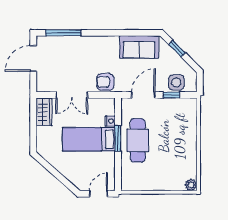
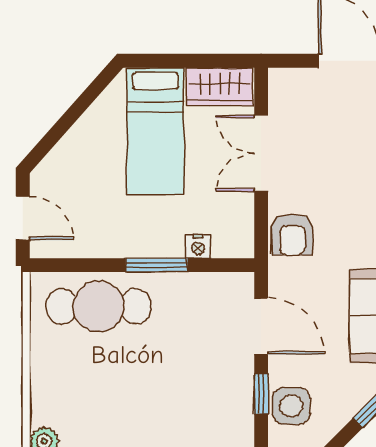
armchair: (105, 82) -> (292, 235), turned 180
bed: (89, 139) -> (155, 131), moved, turned 180
cafe table: (138, 140) -> (99, 306), moved

